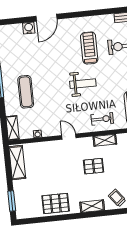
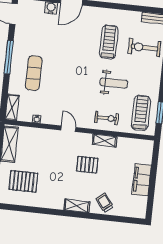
weight bench: (83, 84) -> (114, 83), moved
pallet: (56, 203) -> (23, 181), moved

